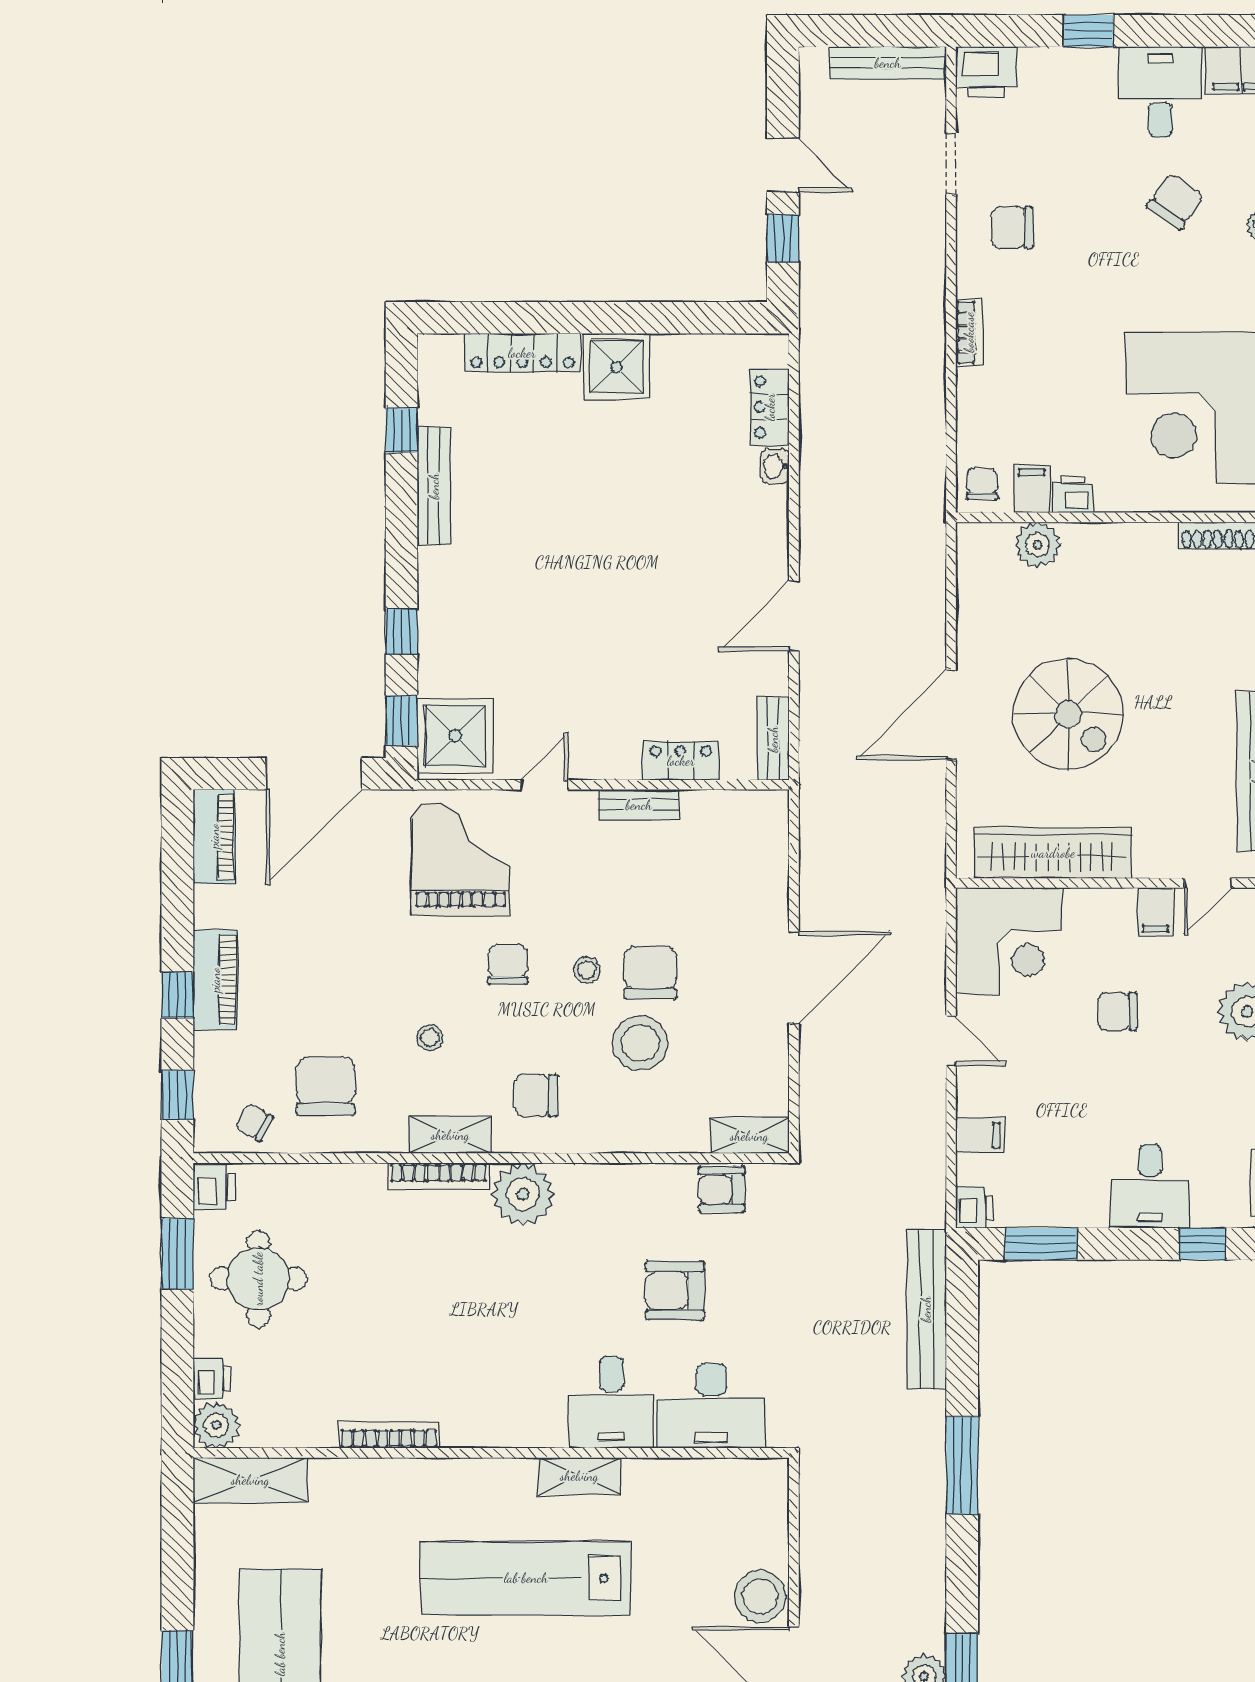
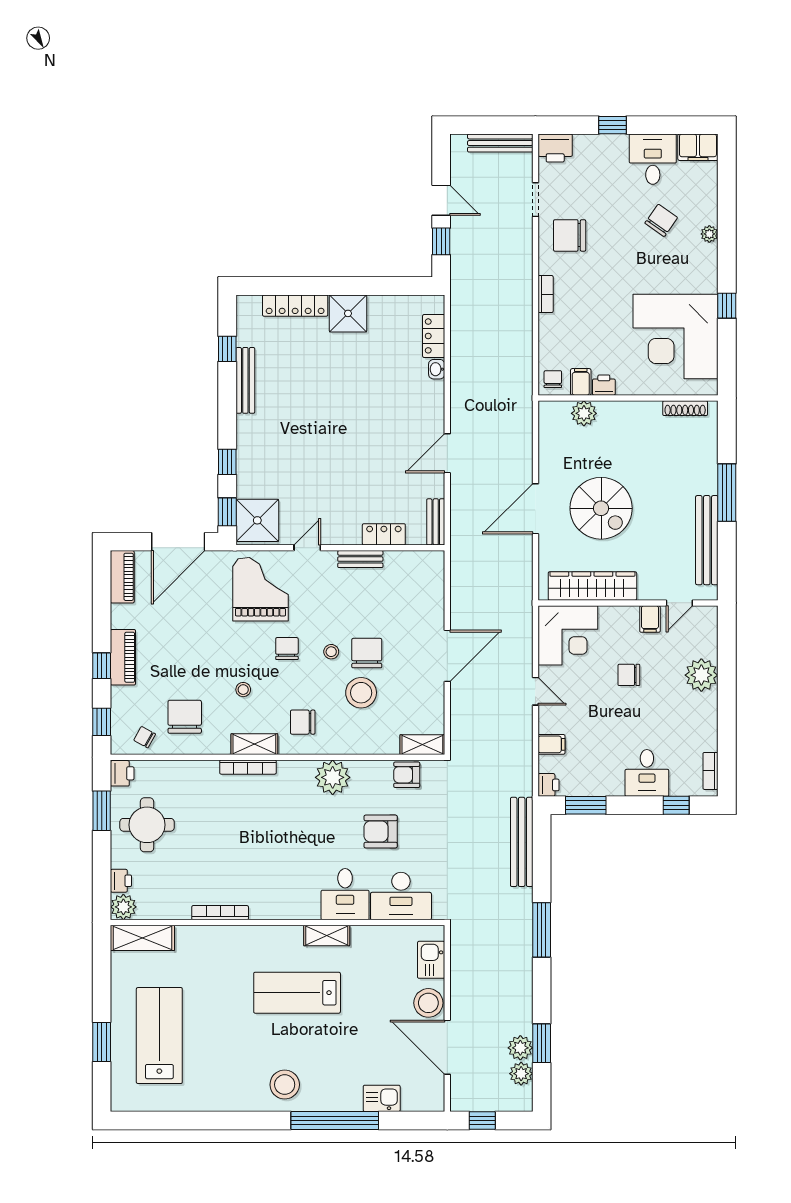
chair: (1012, 228) -> (570, 235), width x1.37, depth x1.37
plant: (523, 1194) -> (333, 777), moved
kitchen sink: (765, 1519) -> (431, 960), added
lab bench: (526, 1578) -> (297, 993), width x0.73

